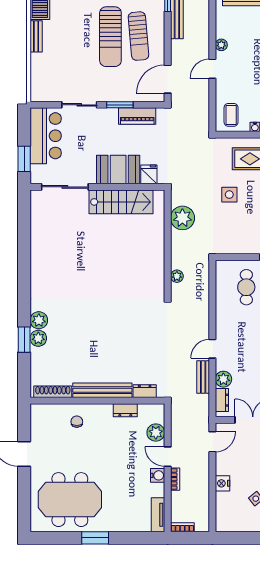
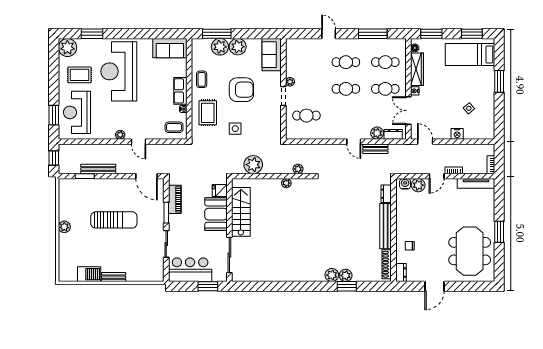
sun lounger: (138, 36) -> (113, 198), removed
plant: (158, 261) -> (286, 183), added
dresser: (125, 410) -> (401, 273), moved
water cooler: (158, 475) -> (405, 184), moved
tv unit: (158, 515) -> (476, 183), width x1.41

